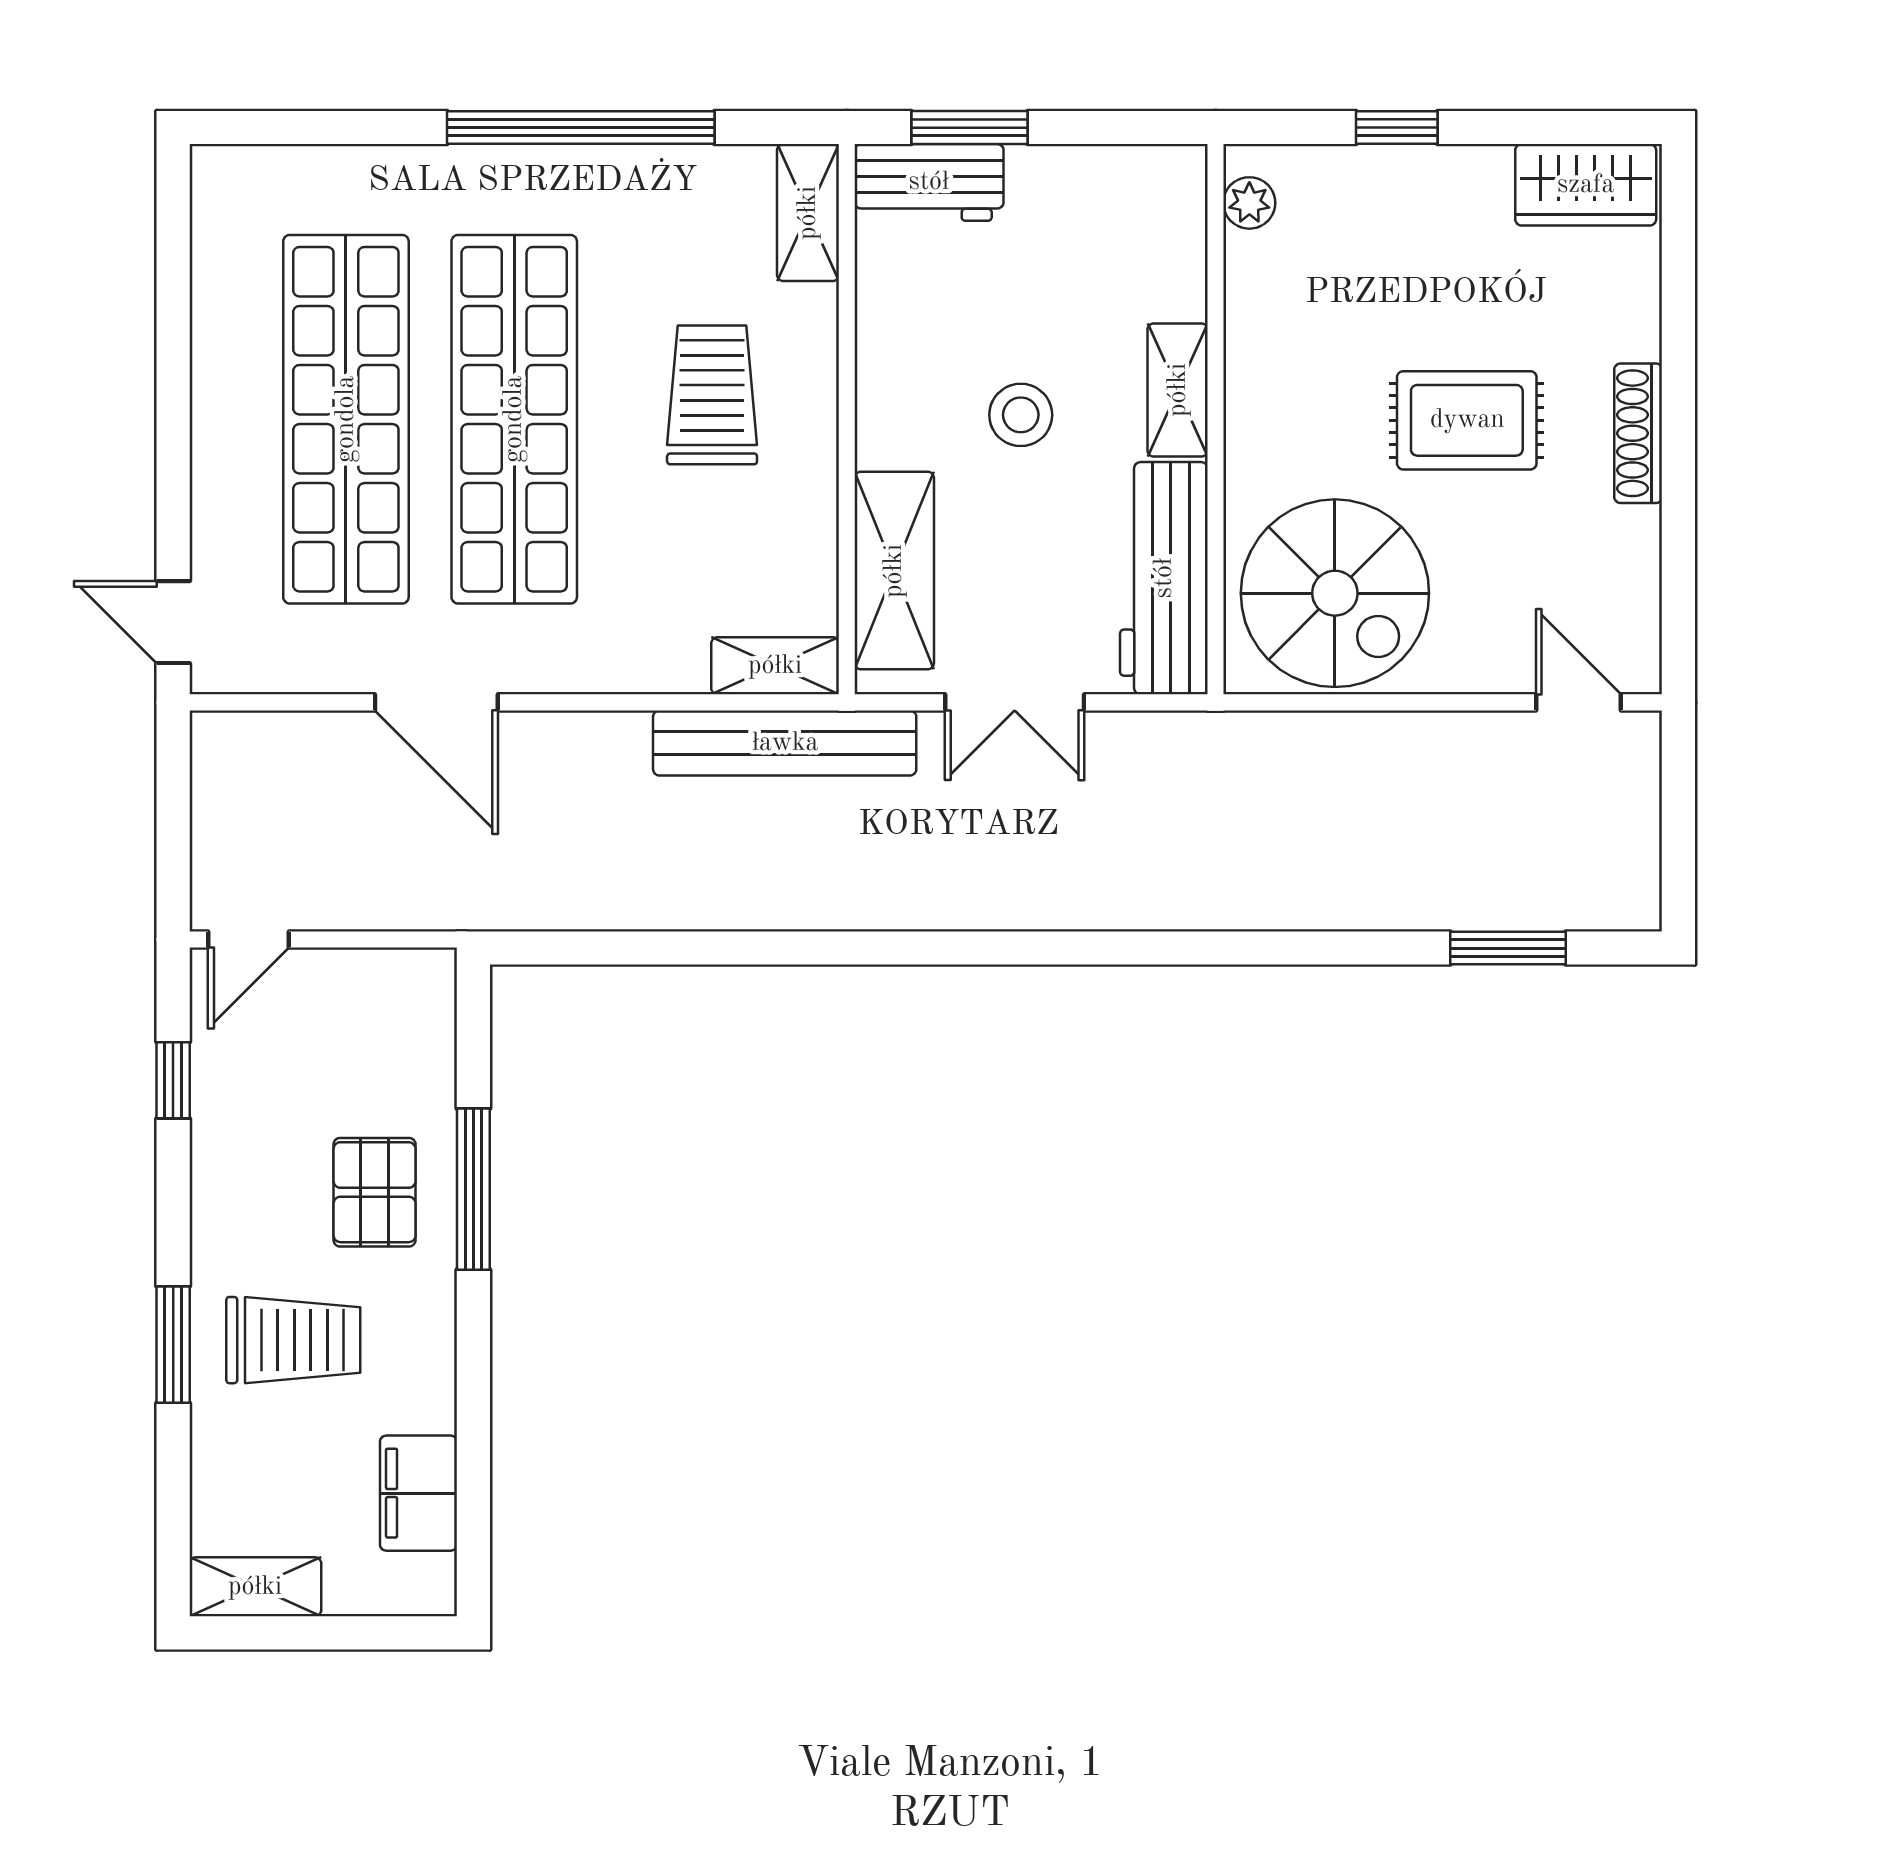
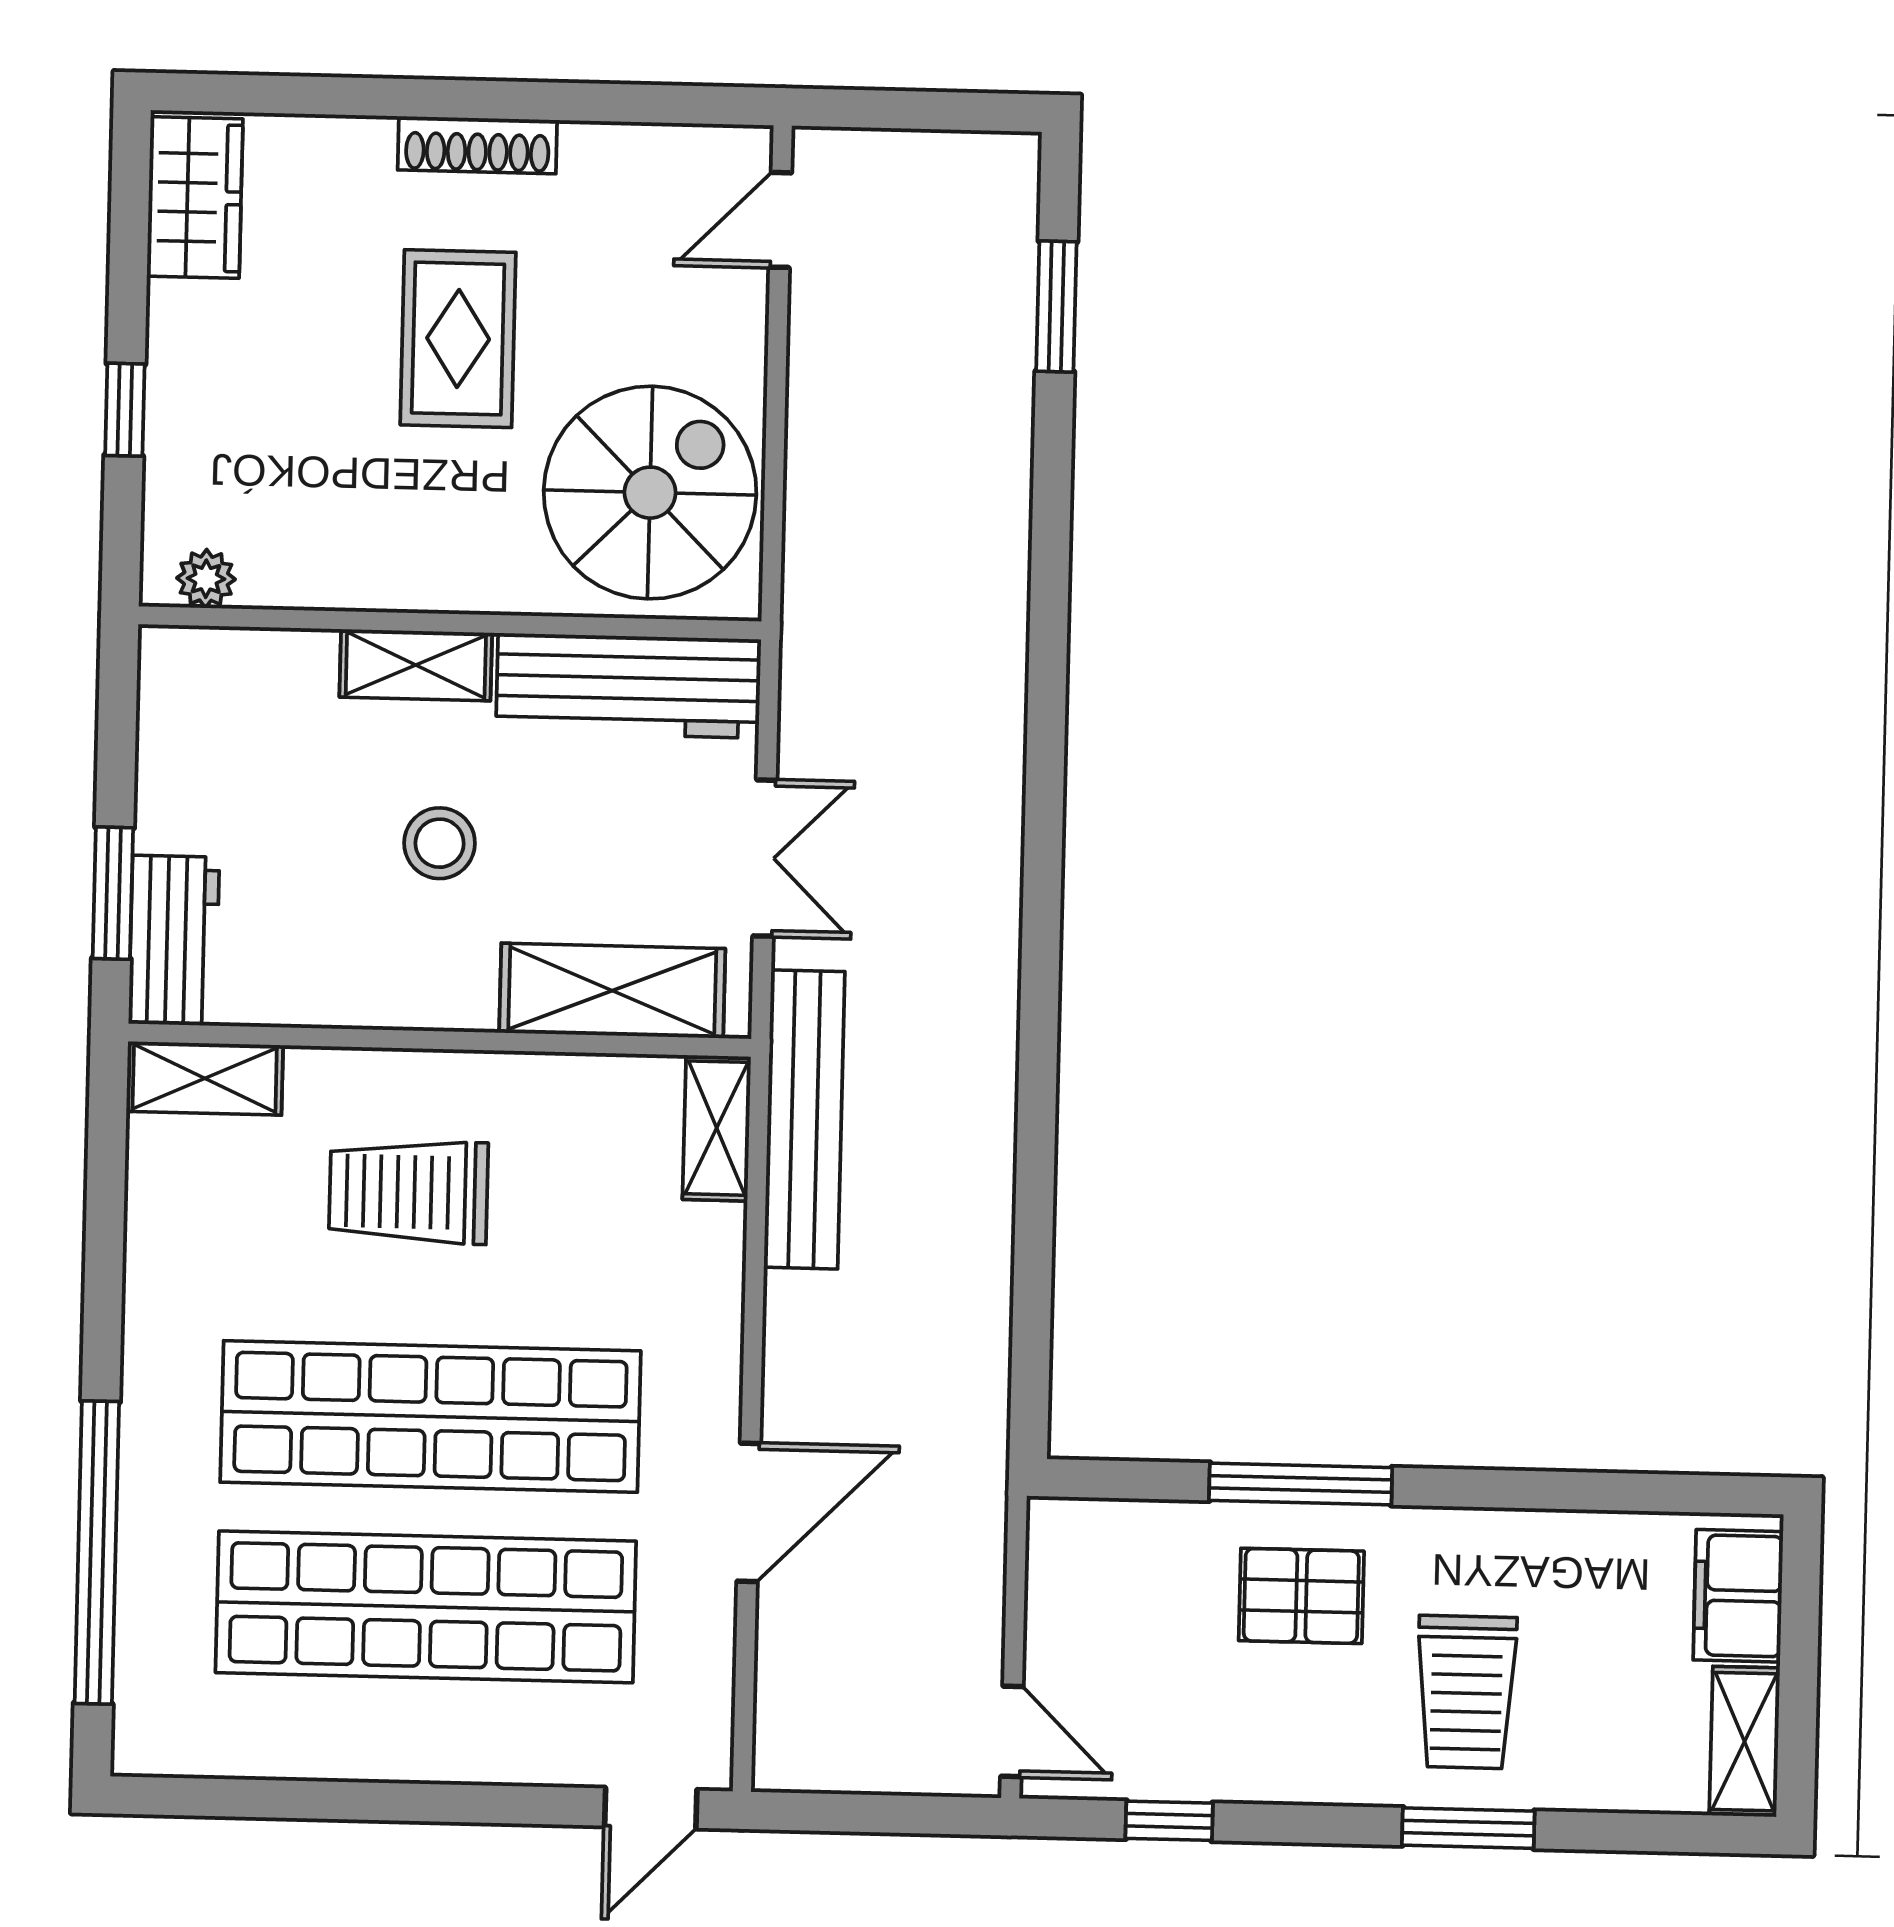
window: (581, 128) -> (97, 1553), moved
trolley: (293, 1340) -> (1466, 1692), turned 180
filing cabinet: (418, 1493) -> (1738, 1596), moved, turned 90

